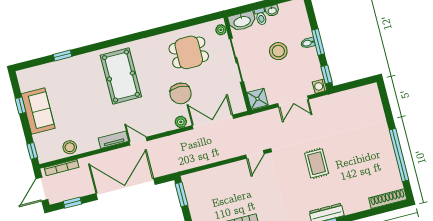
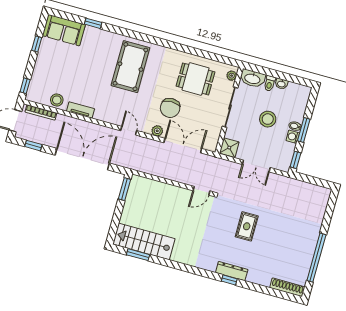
washing machine: (320, 86) -> (293, 137), moved
sofa: (38, 111) -> (64, 30), moved, turned 90
tv unit: (113, 140) -> (81, 110), moved
door: (138, 141) -> (129, 131), moved

